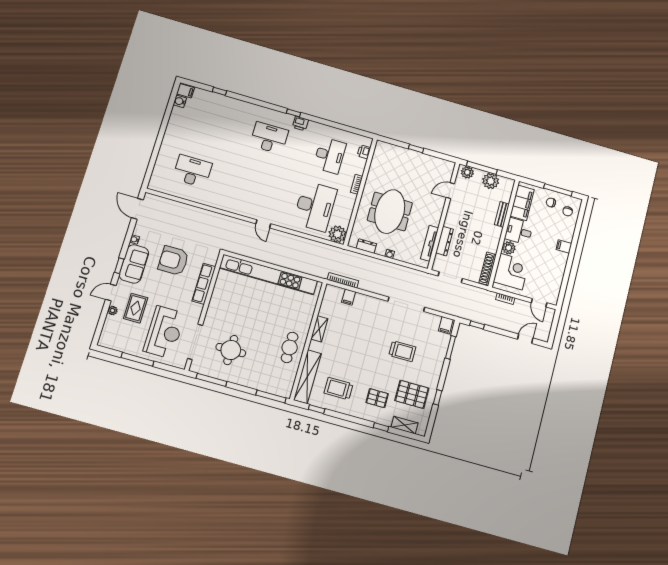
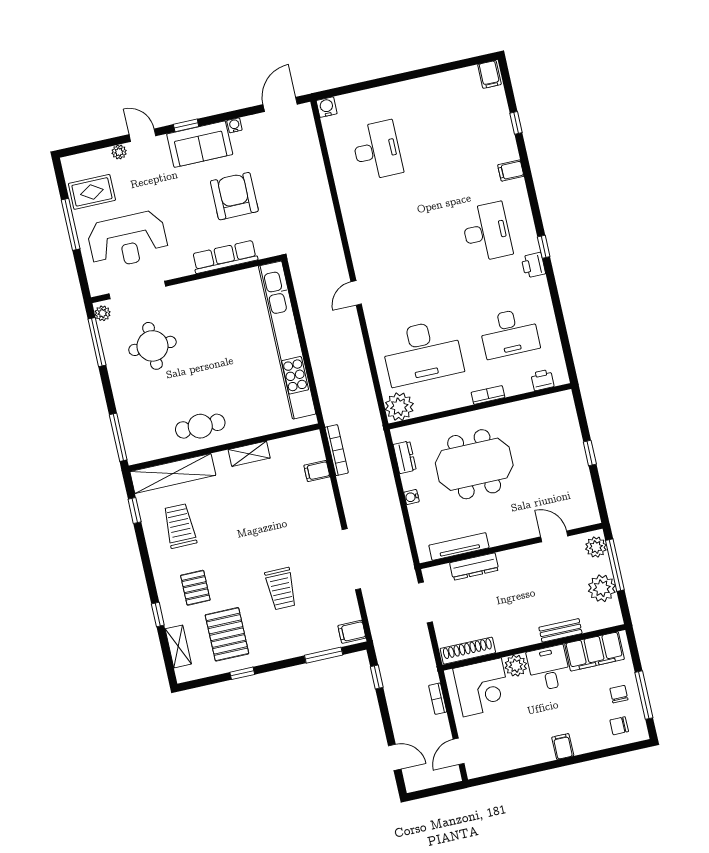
water cooler: (180, 101) -> (327, 107), moved
filing cabinet: (243, 108) -> (511, 171), added
rug: (136, 308) -> (92, 192), moved
plant: (197, 368) -> (103, 313), added

